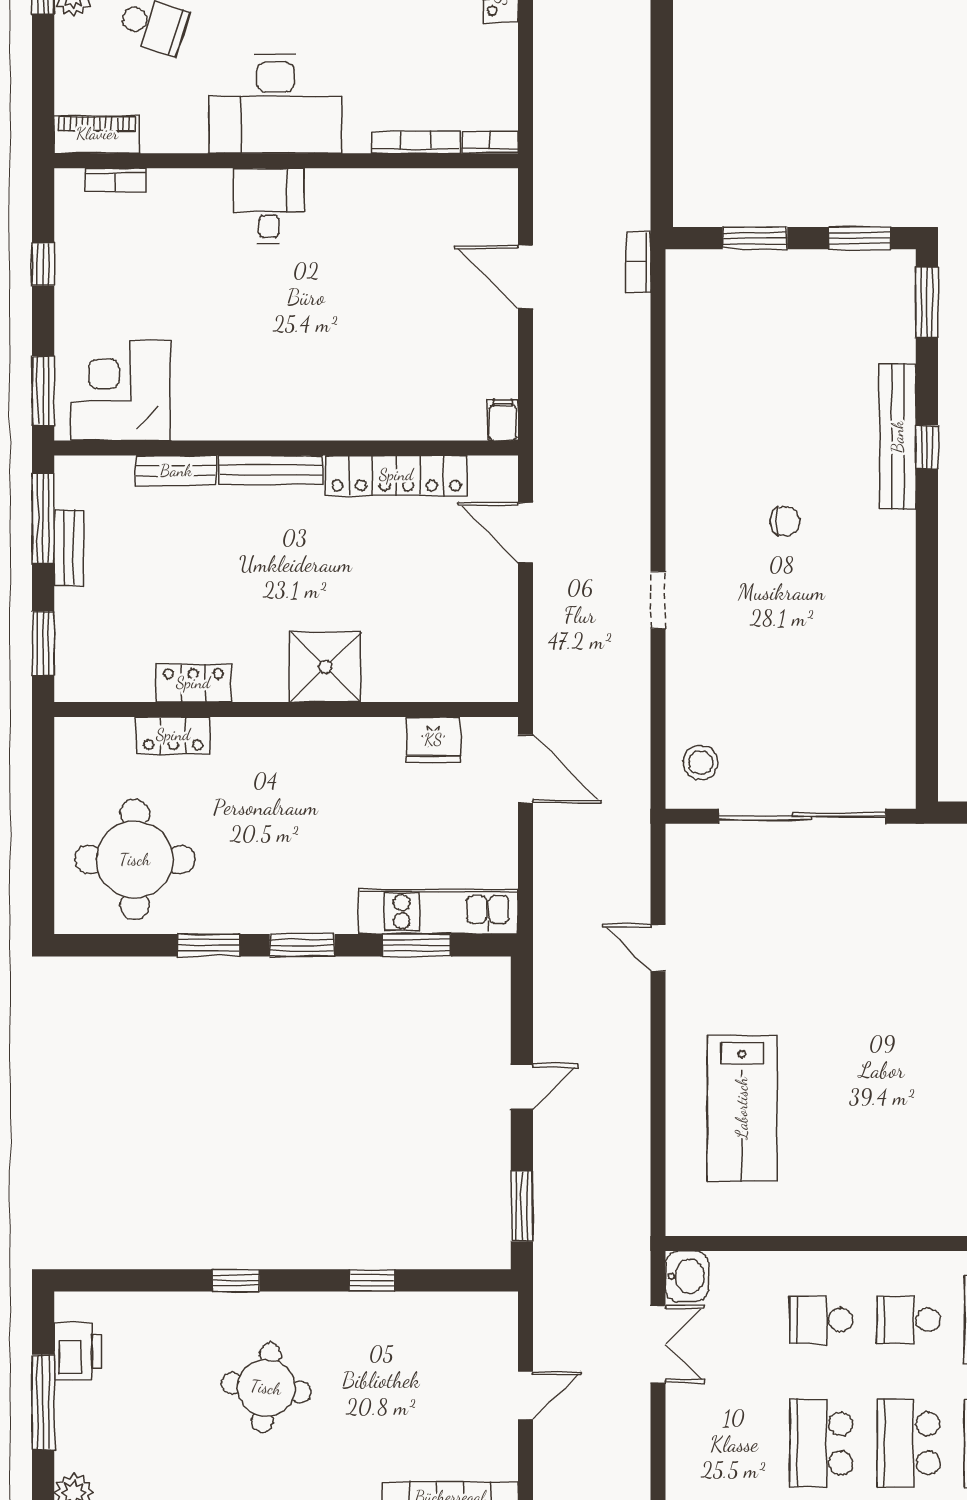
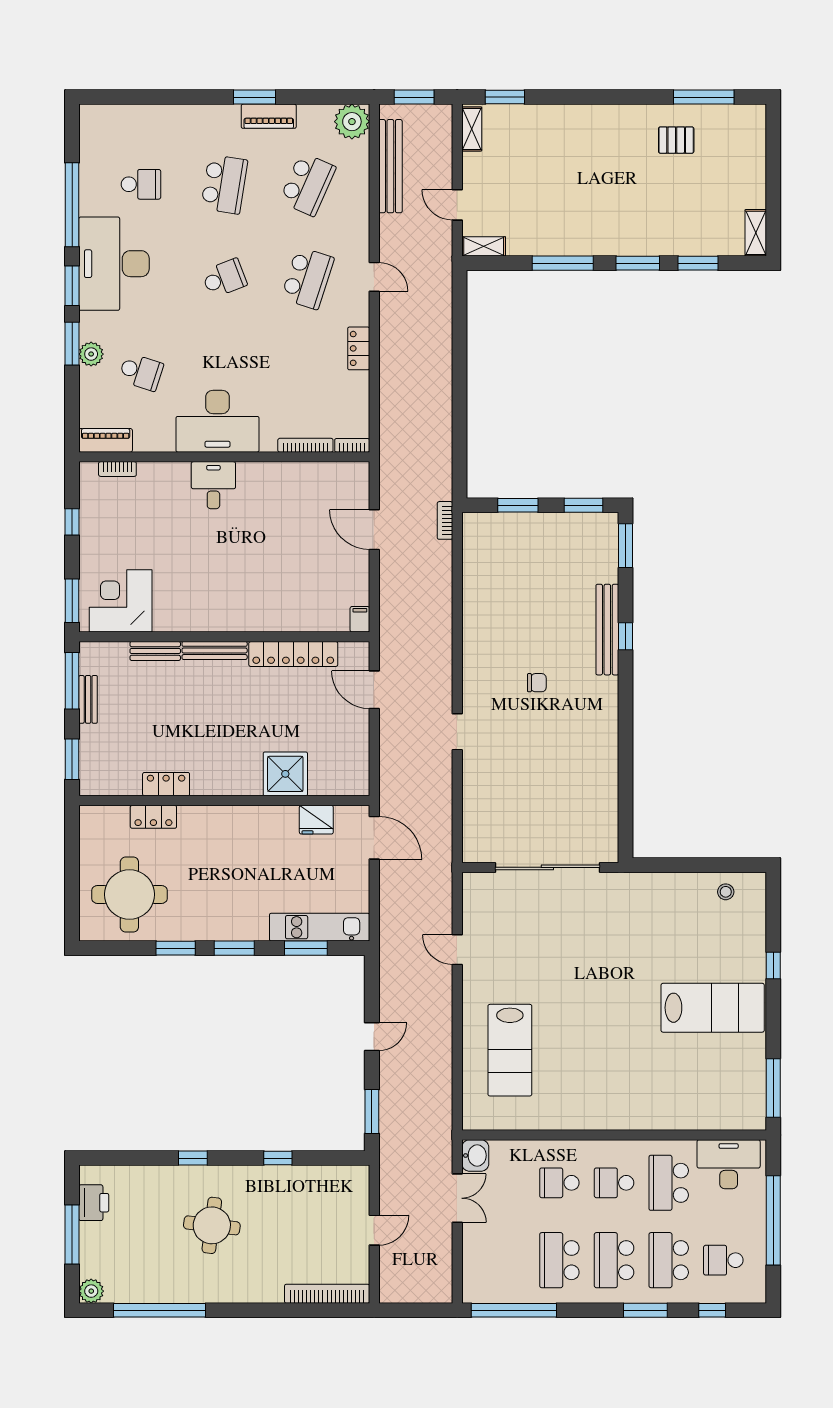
shower: (325, 667) -> (285, 774), moved
stool: (701, 763) -> (484, 834), removed

